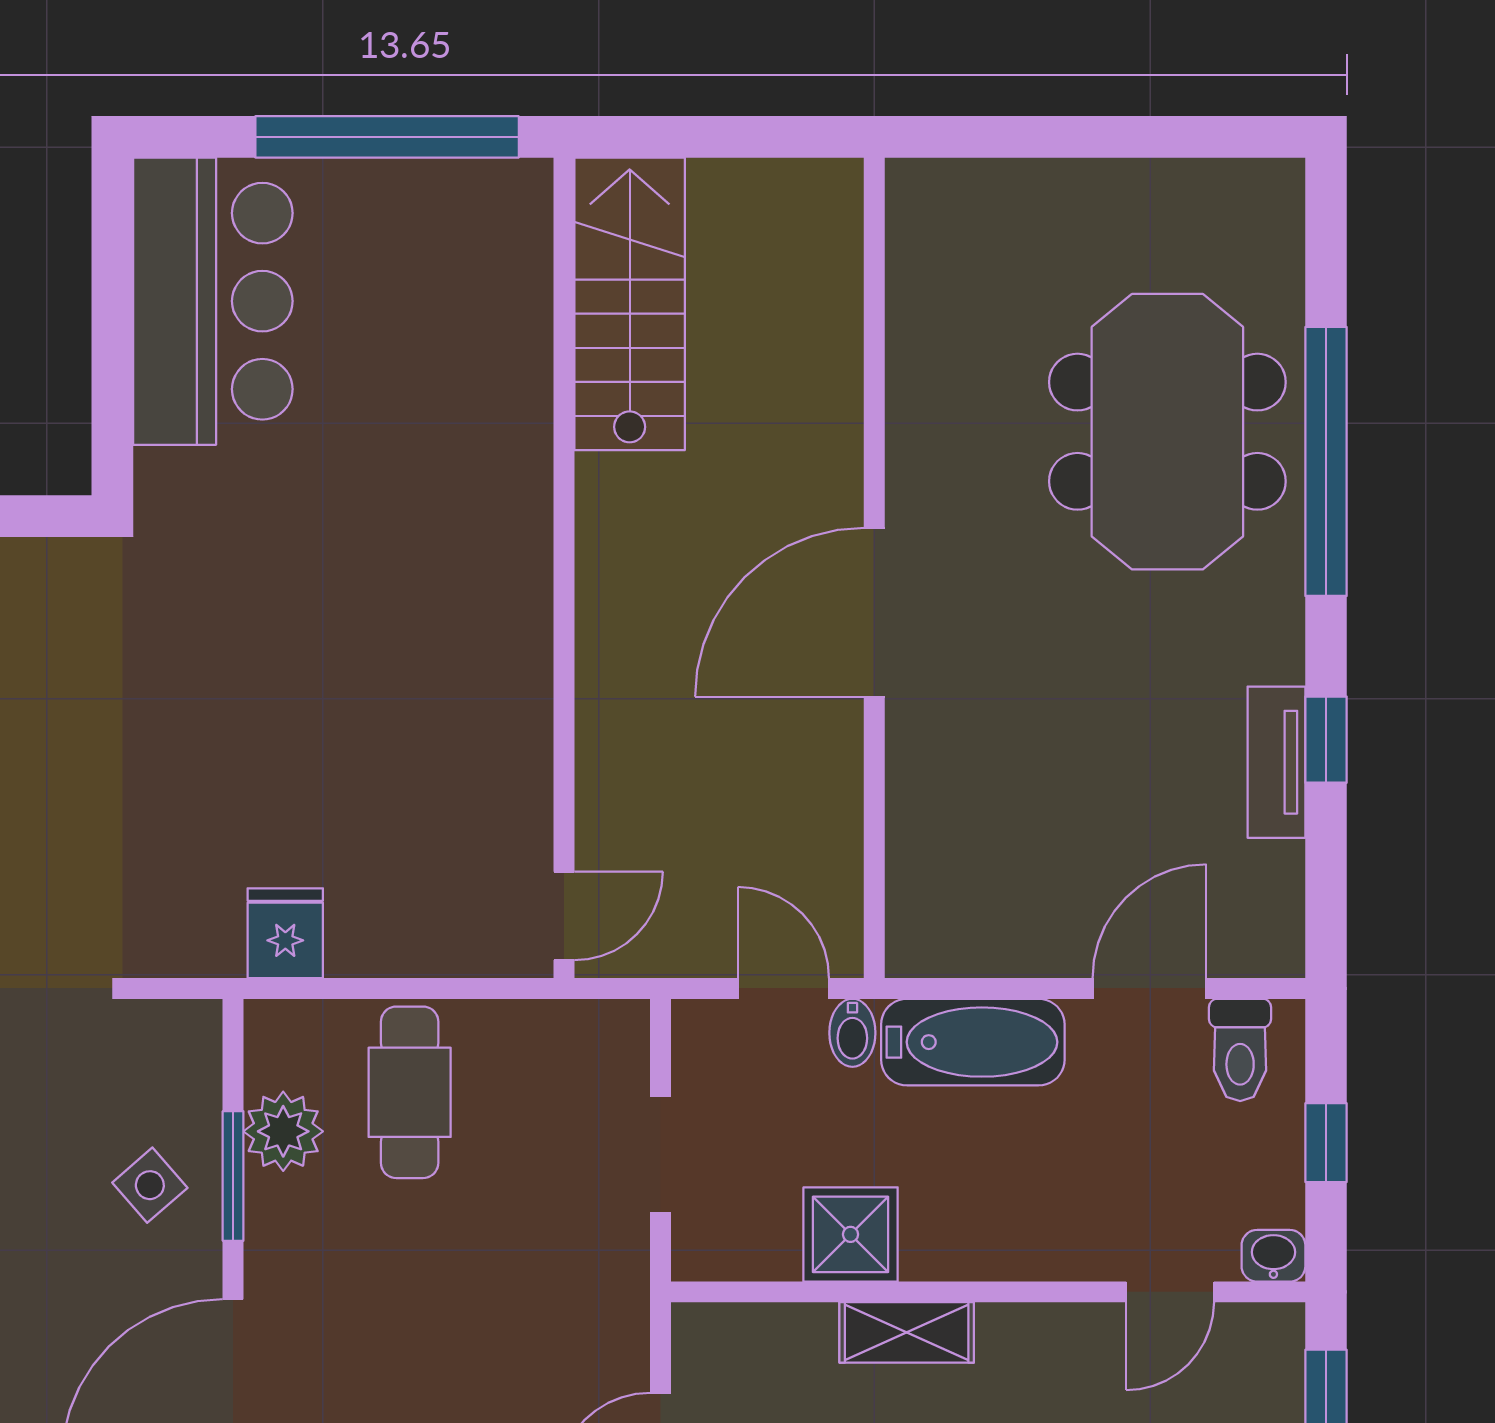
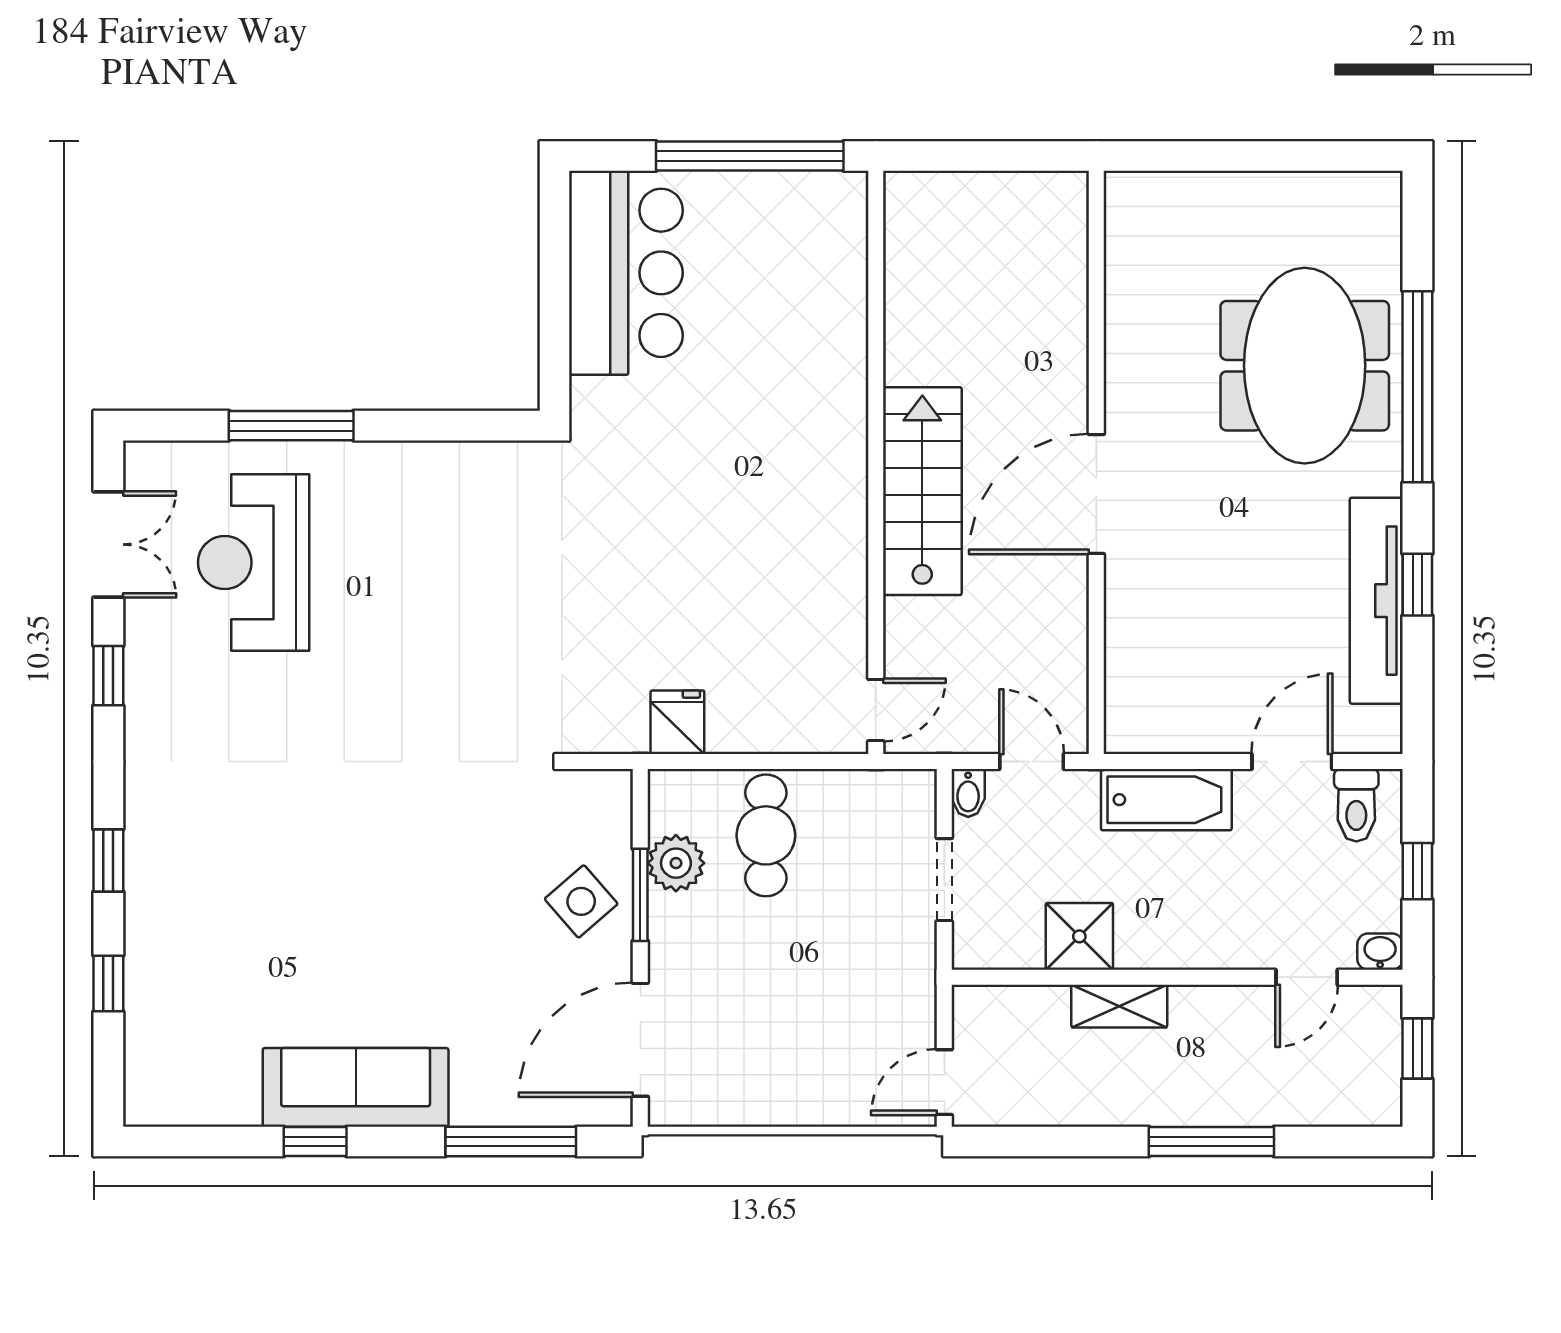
stairs: (630, 304) -> (922, 491), moved
tv unit: (1276, 762) -> (1376, 601), width x1.92, depth x1.29
bidet: (852, 1033) -> (968, 793), moved
side table: (150, 1185) -> (581, 901), width x1.37, depth x1.37

